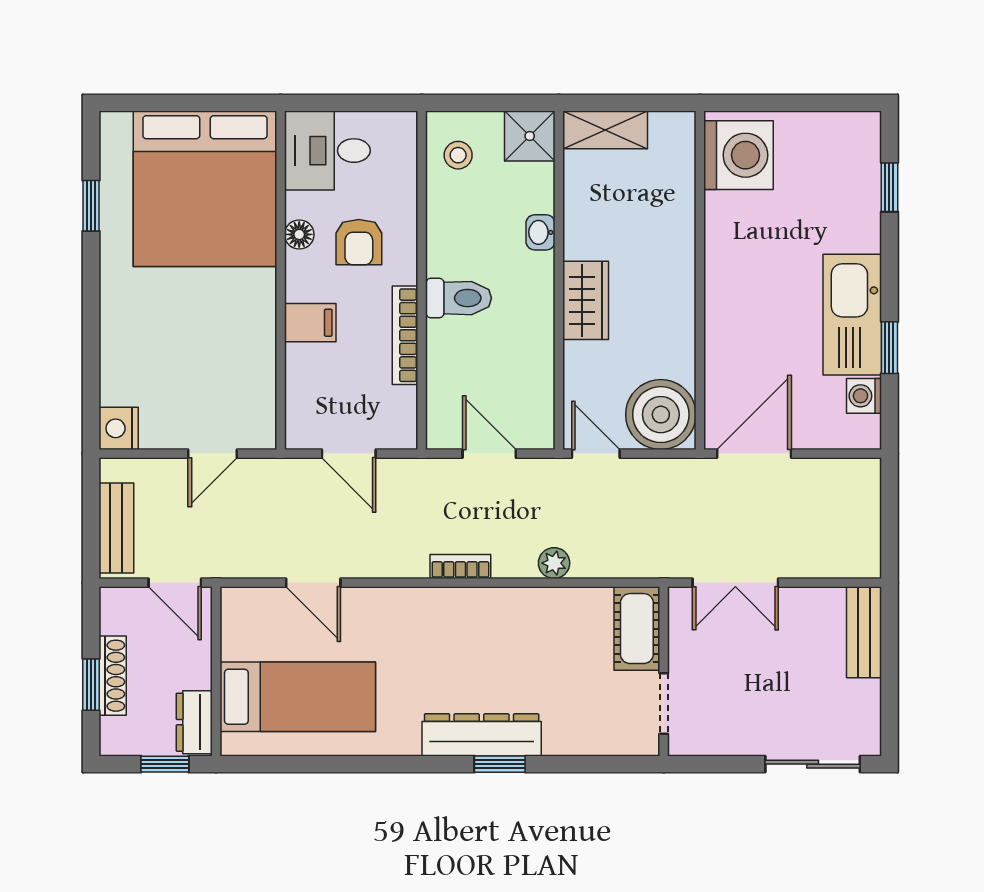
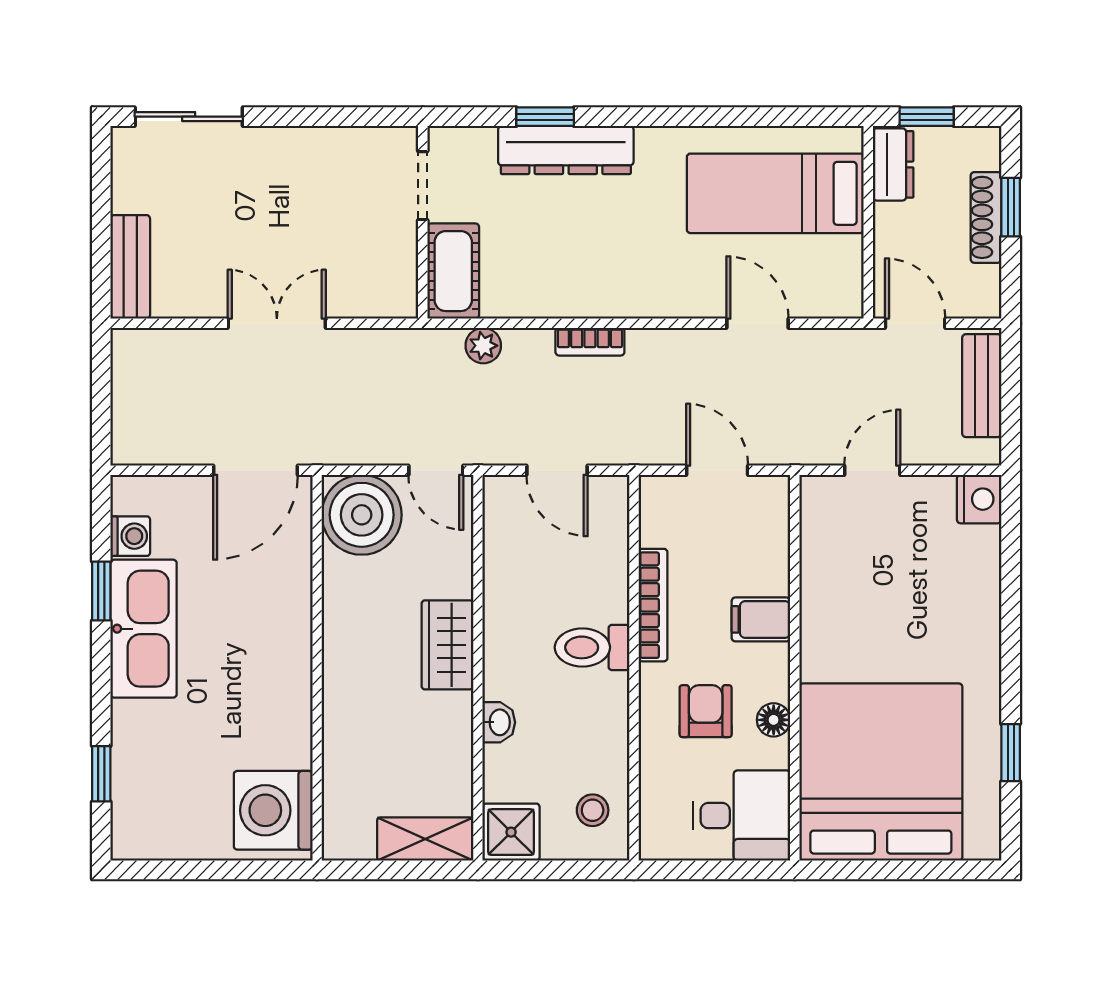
cot: (637, 629) -> (453, 271), moved
wall: (664, 671) -> (423, 222), moved
doorway: (664, 703) -> (423, 186), moved

